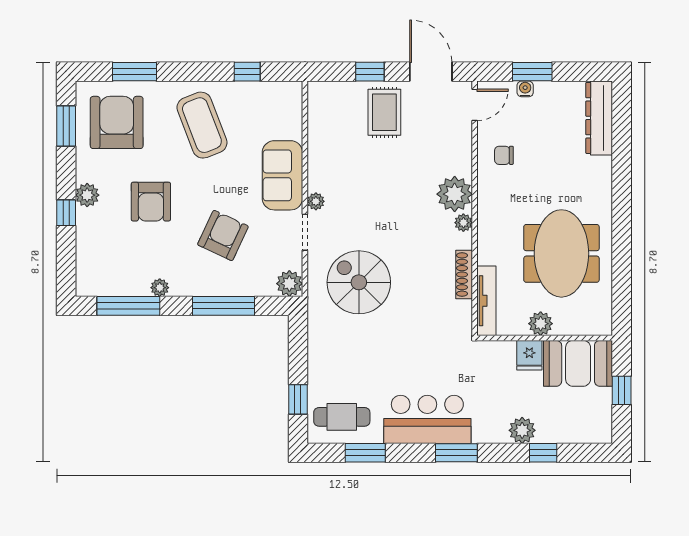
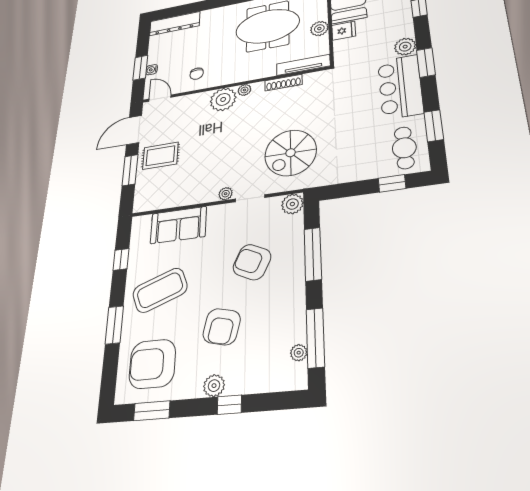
window: (134, 72) -> (114, 325), moved
window: (370, 72) -> (130, 170), width x1.50
sofa: (282, 175) -> (178, 225), moved
armchair: (151, 202) -> (222, 327), turned 103
plant: (160, 288) -> (299, 353), moved
plant: (522, 430) -> (405, 47), moved

